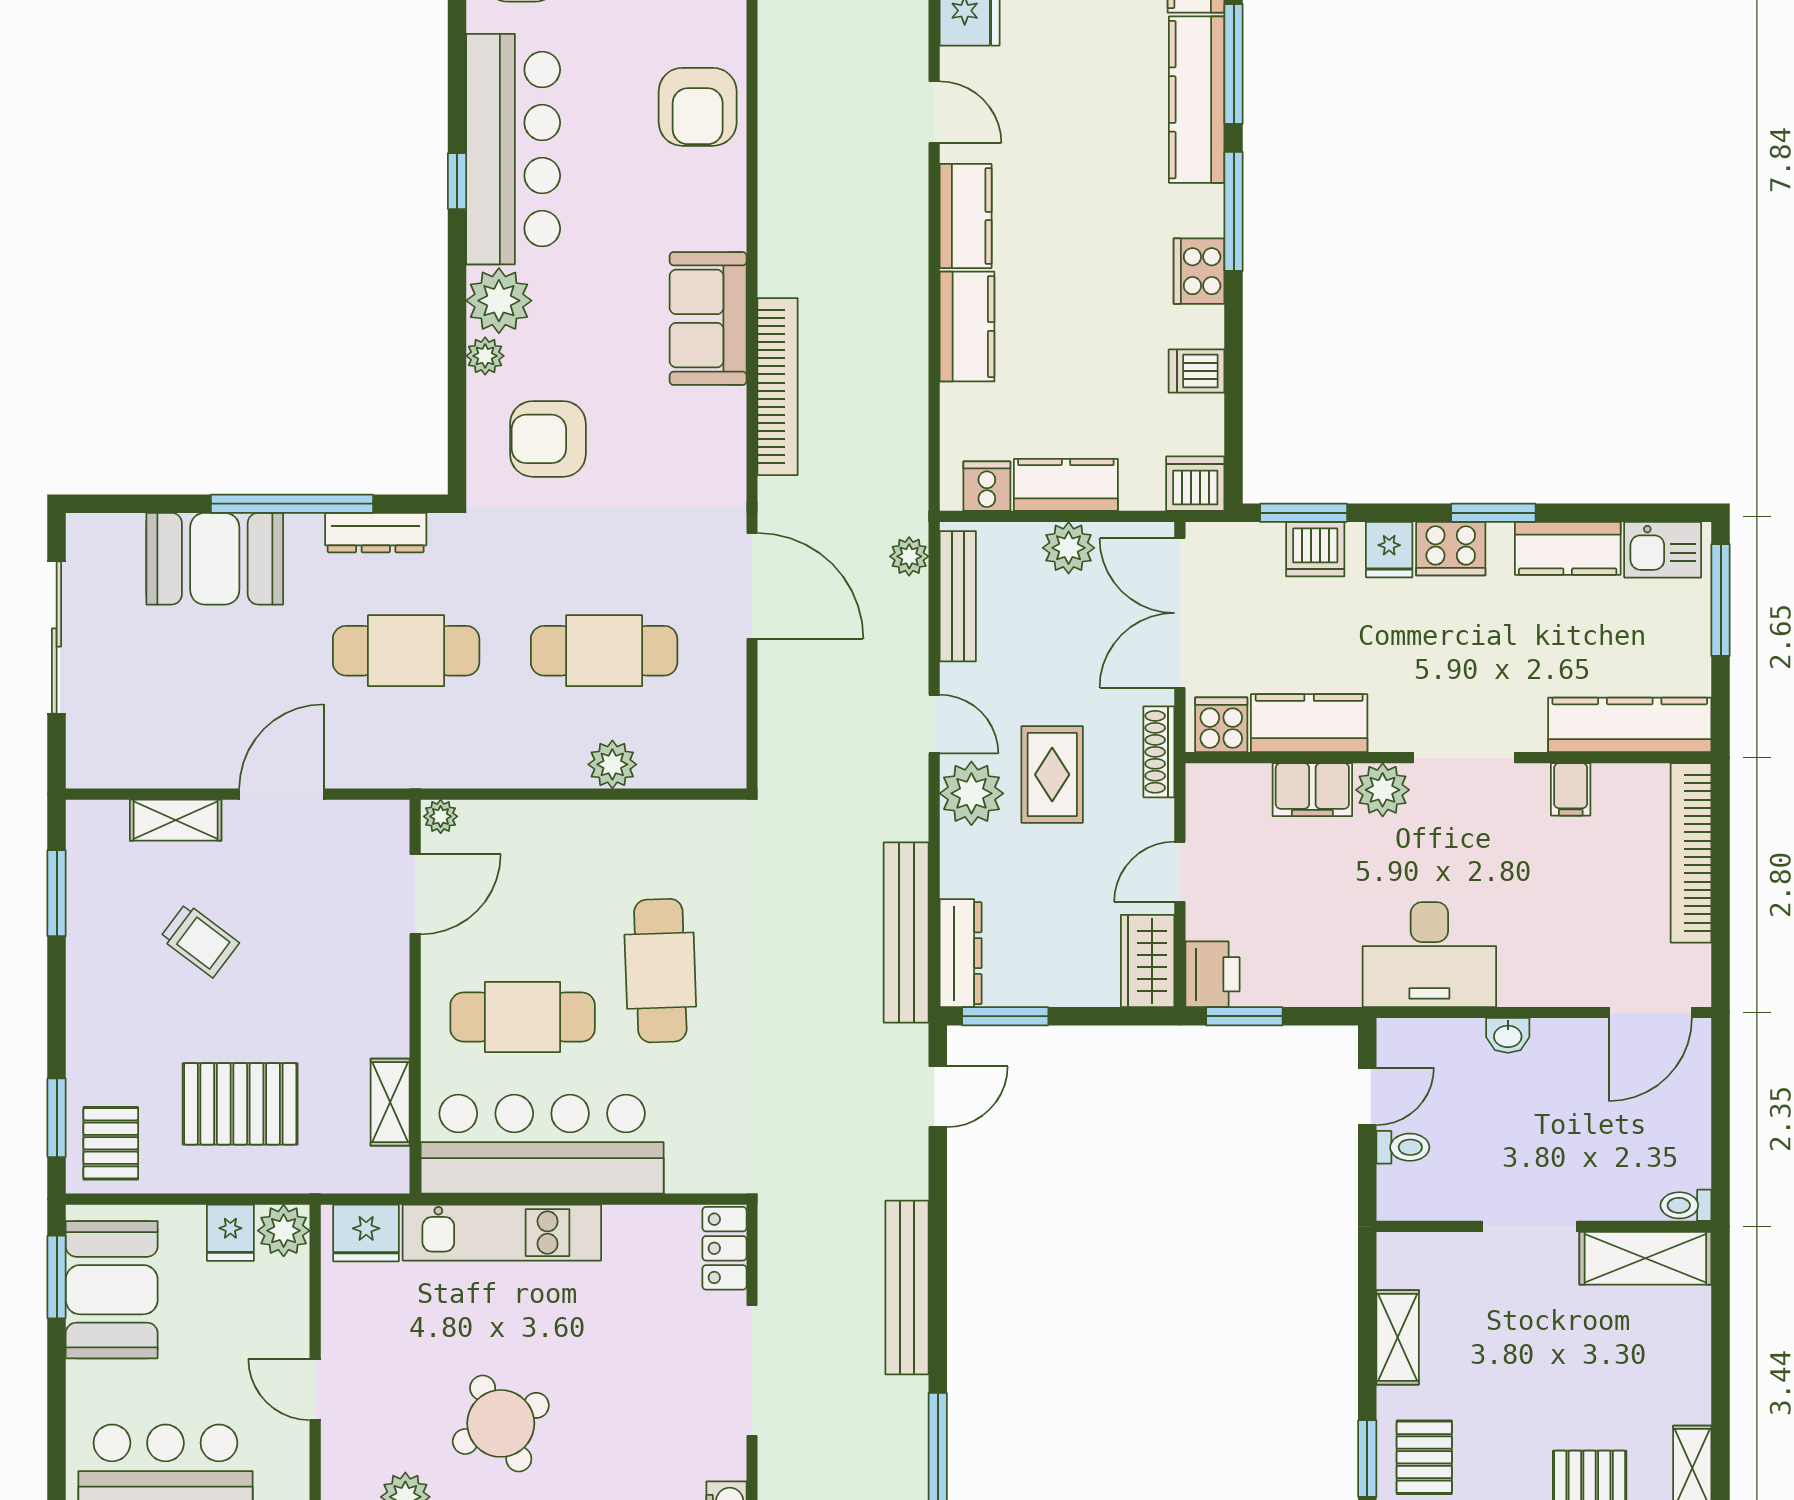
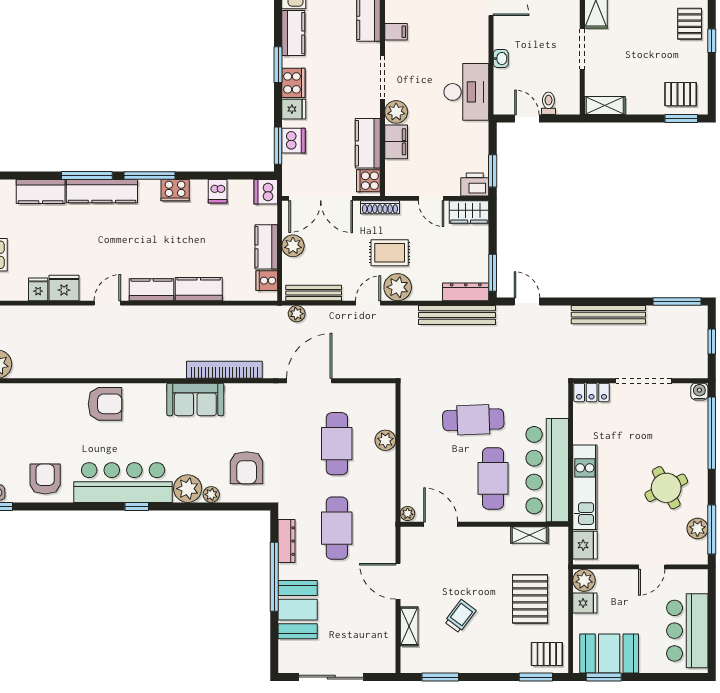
shelving: (1398, 1337) -> (605, 105), moved

